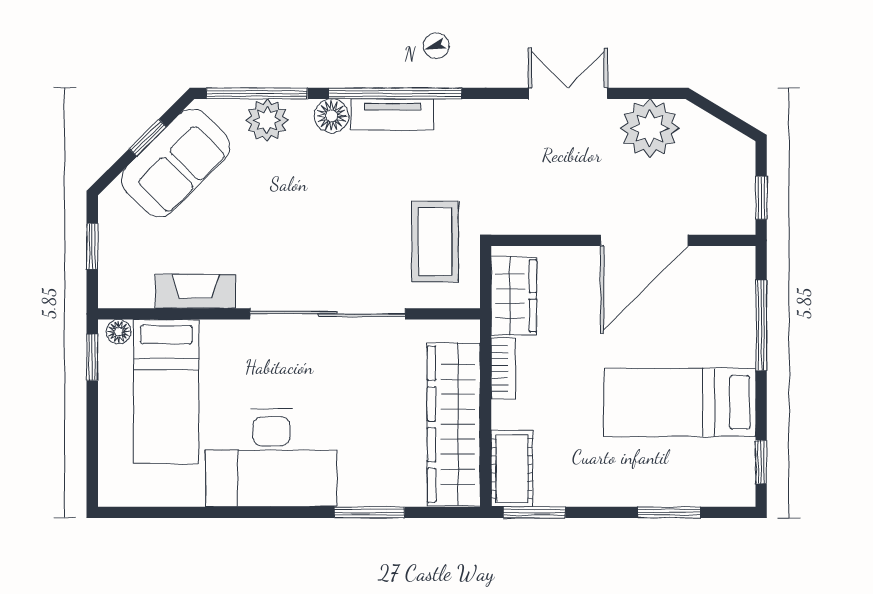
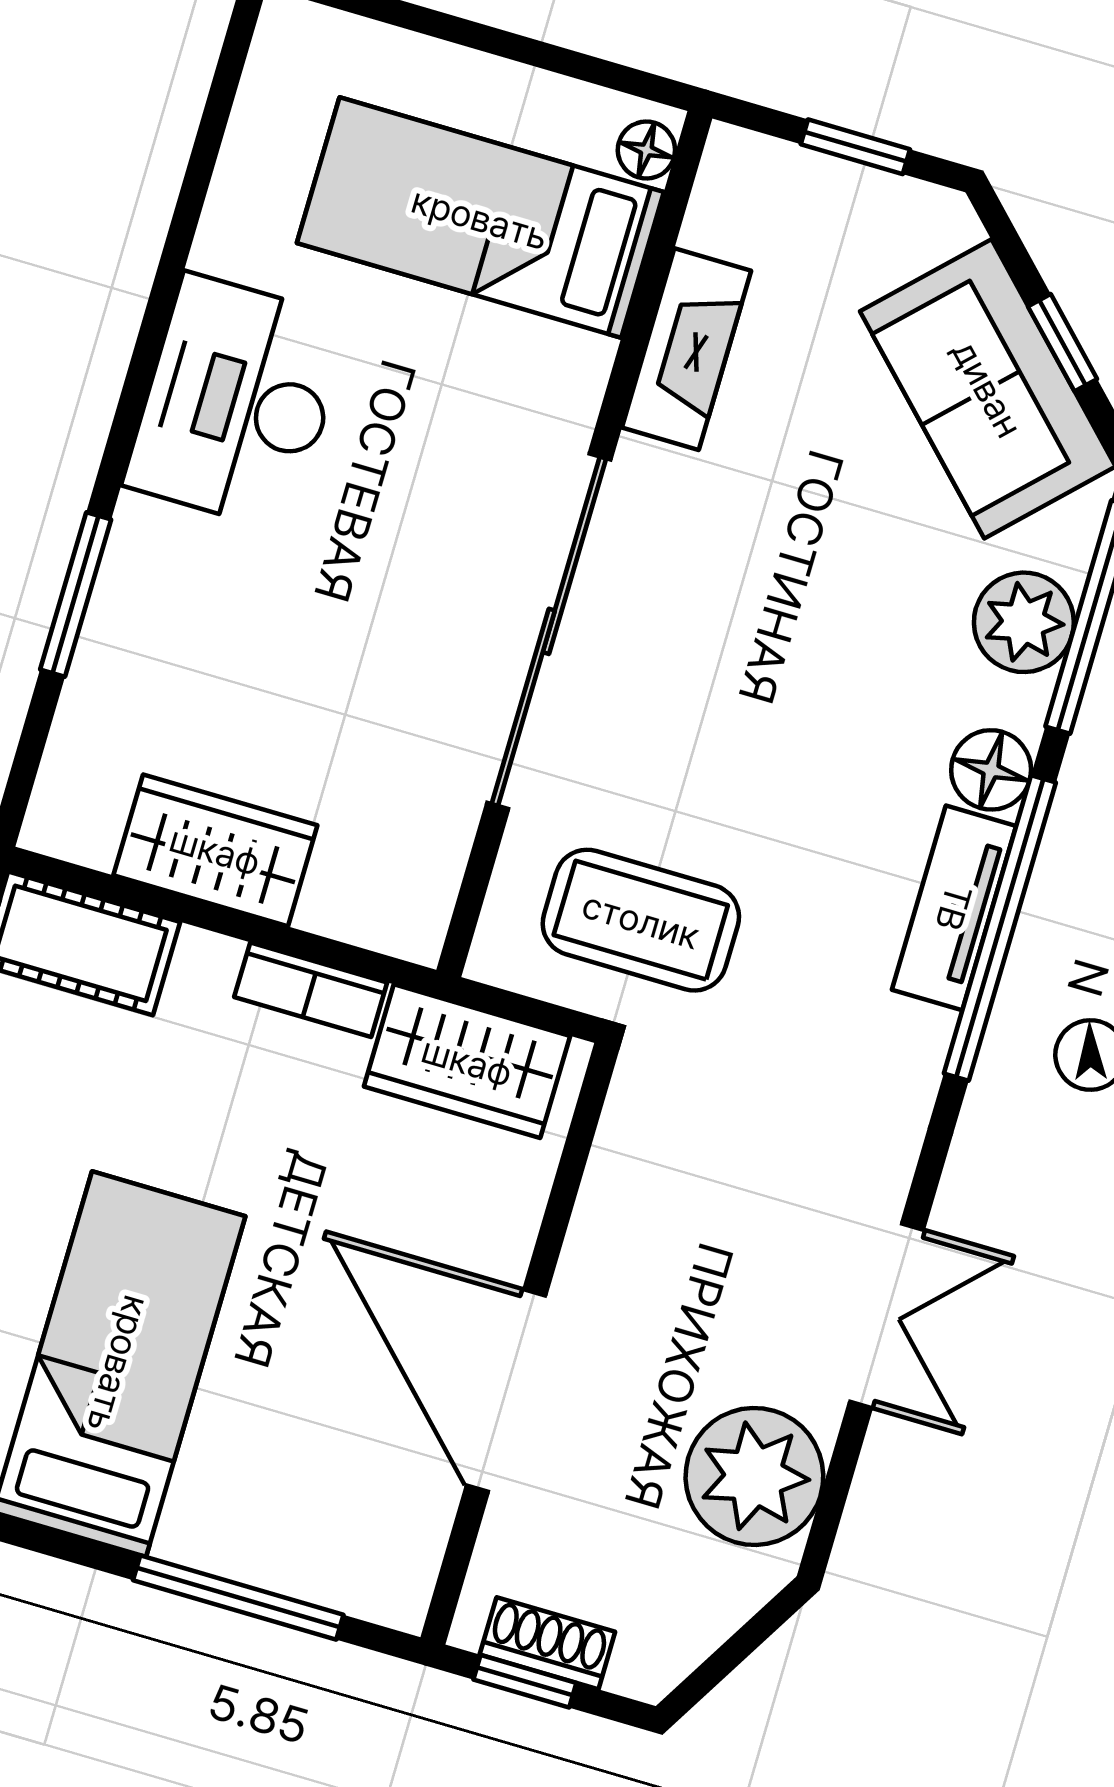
shoe rack: (743, 193) -> (547, 1643), added
window: (92, 357) -> (606, 74), removed
wardrobe: (454, 424) -> (215, 850), width x0.48, depth x0.85
desk: (271, 458) -> (237, 402), width x0.73, depth x0.77

